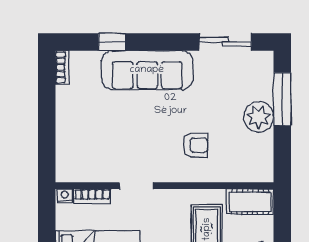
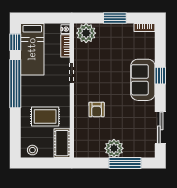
window: (112, 42) -> (160, 76), moved
sofa: (147, 70) -> (143, 80), width x0.73
window: (47, 116) -> (115, 18), added
plant: (71, 162) -> (86, 33), added

